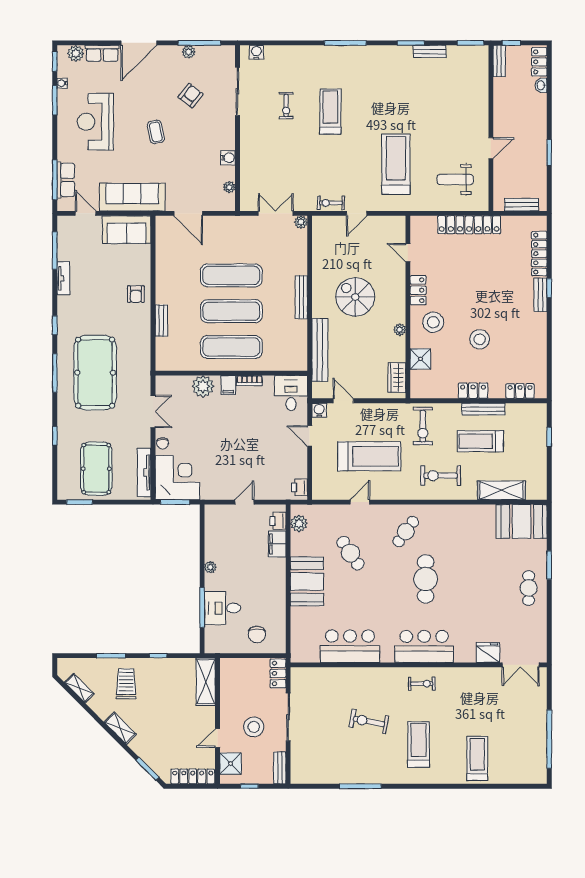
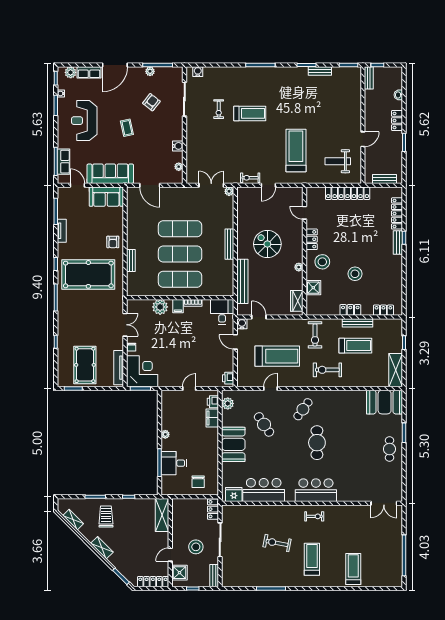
locker: (539, 62) -> (397, 121), moved
treadmill: (330, 112) -> (250, 113), turned 90
pool table: (95, 373) -> (88, 274), moved, turned 90
treadmill: (480, 441) -> (355, 346), turned 180
shelving: (501, 490) -> (396, 370), moved, turned 90
fridge: (488, 653) -> (234, 494), moved

